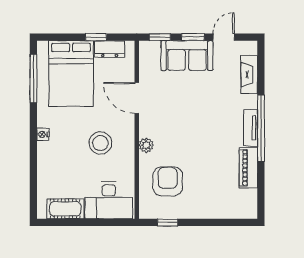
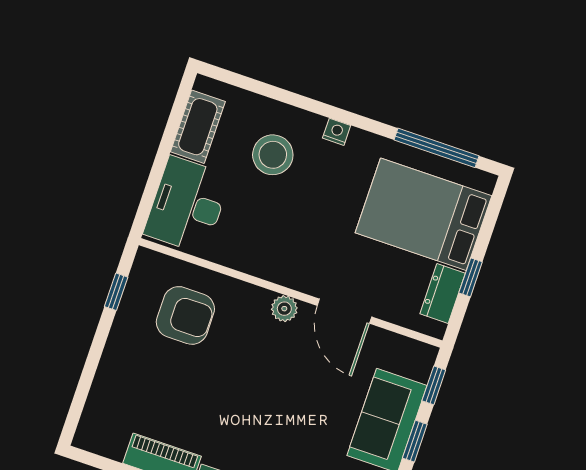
door: (137, 98) -> (344, 311), swing flipped
stool: (100, 143) -> (273, 155), moved
plant: (146, 145) -> (284, 309), moved

